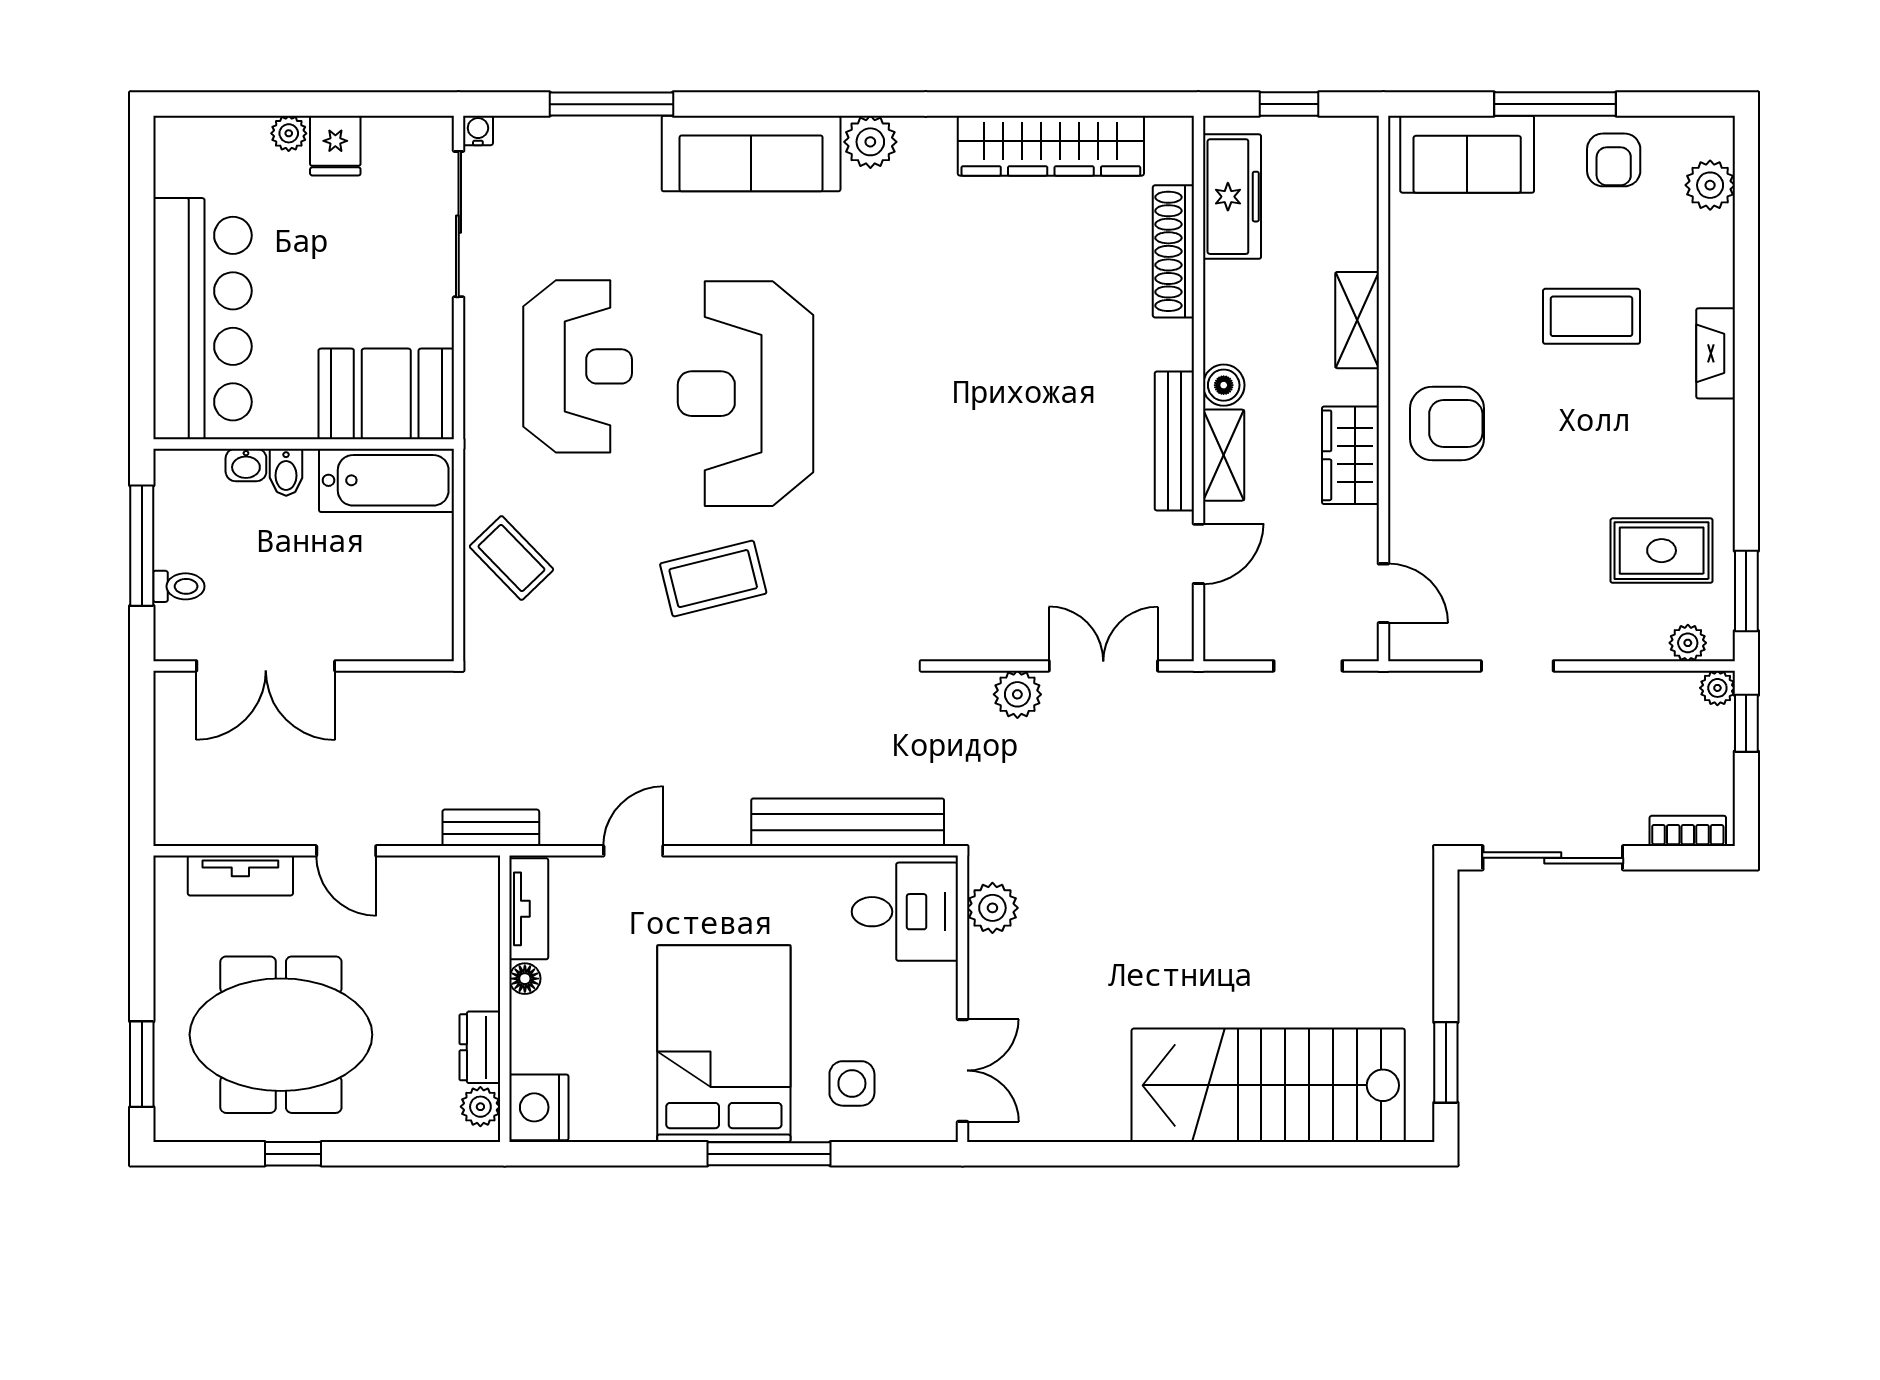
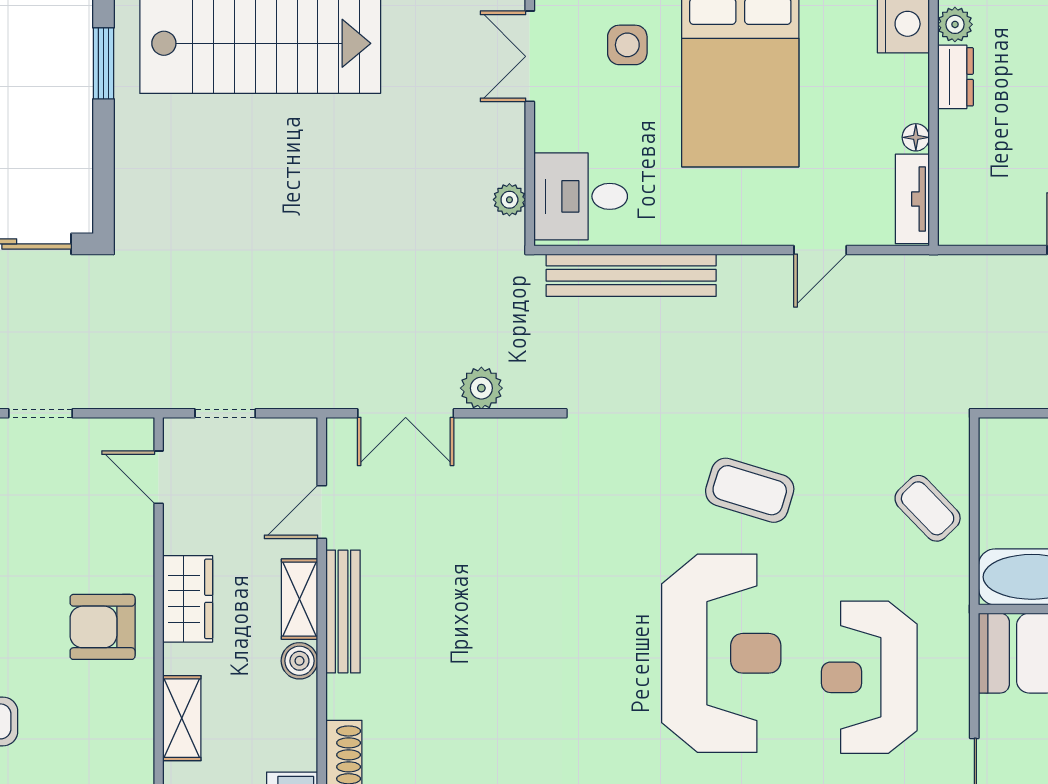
coffee table: (713, 579) -> (750, 490), turned 31
bench: (491, 828) -> (946, 270), removed
plant: (992, 908) -> (509, 200), width x0.73, depth x0.73

